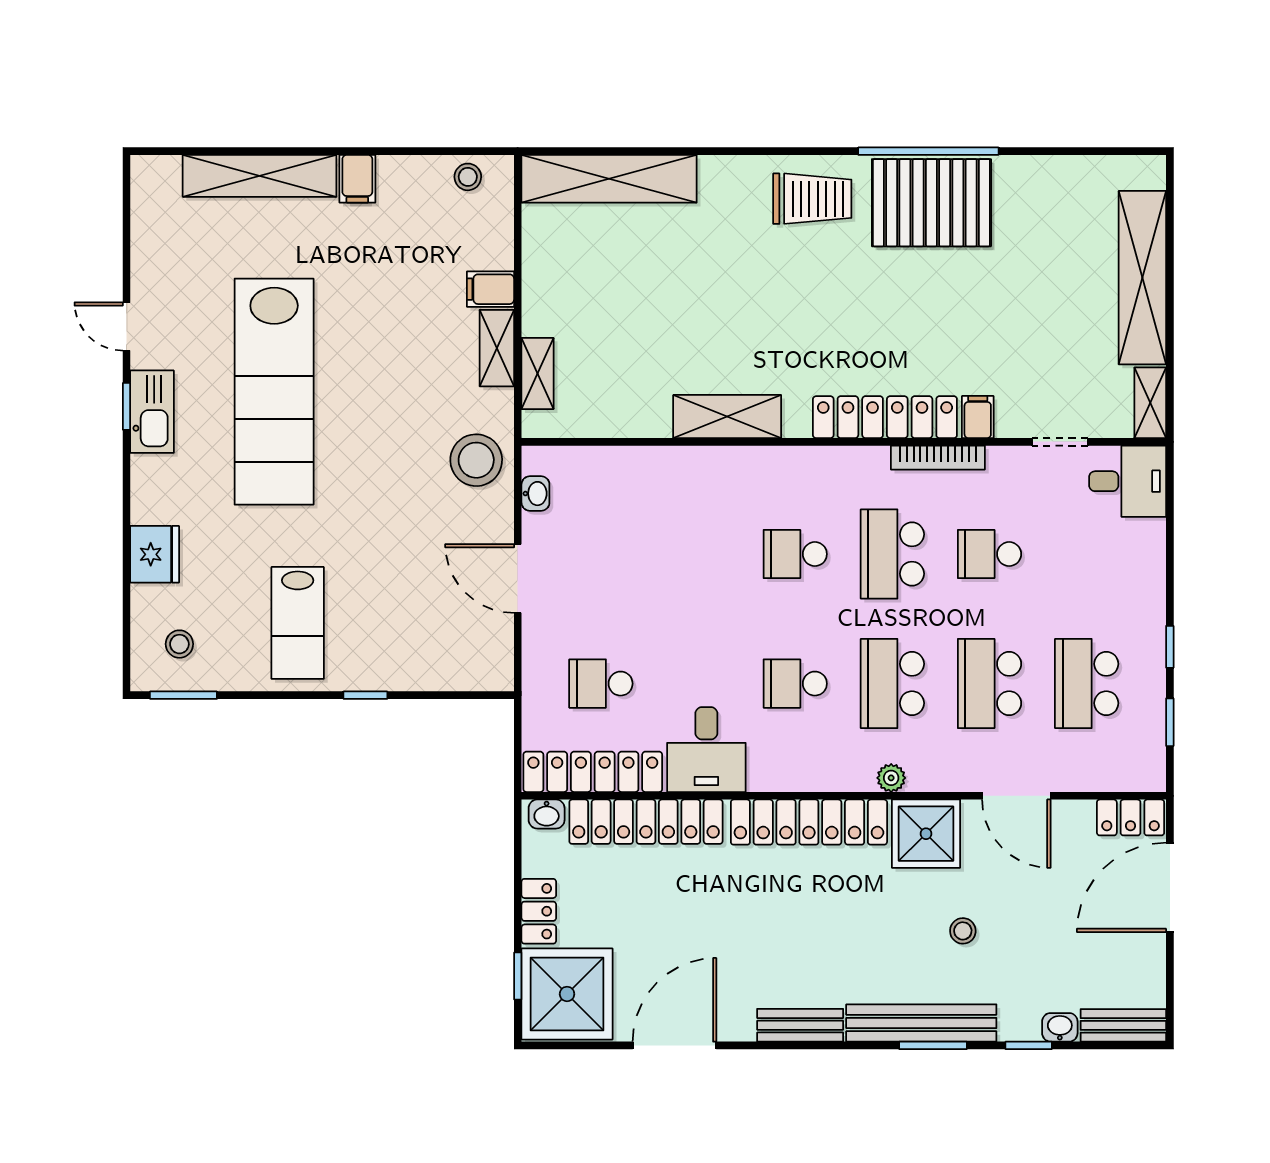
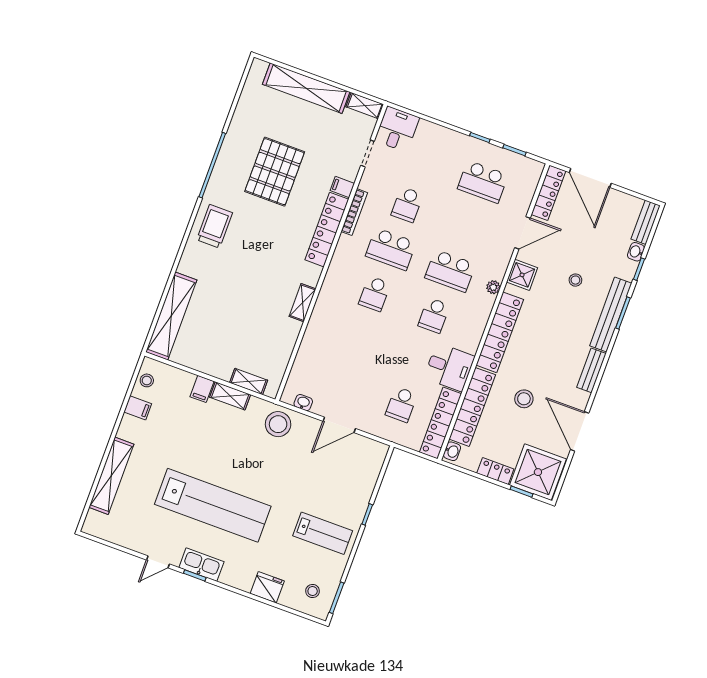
filing cabinet: (357, 179) -> (138, 408), moved
pallet: (931, 203) -> (275, 172), moved
shelving: (727, 416) -> (303, 303), width x0.67, depth x0.75
school desk: (989, 684) -> (467, 226), removed
locker: (1131, 817) -> (548, 193), width x1.53
shower: (926, 834) -> (522, 275), width x0.73, depth x0.73
stool: (698, 915) -> (524, 399), added

